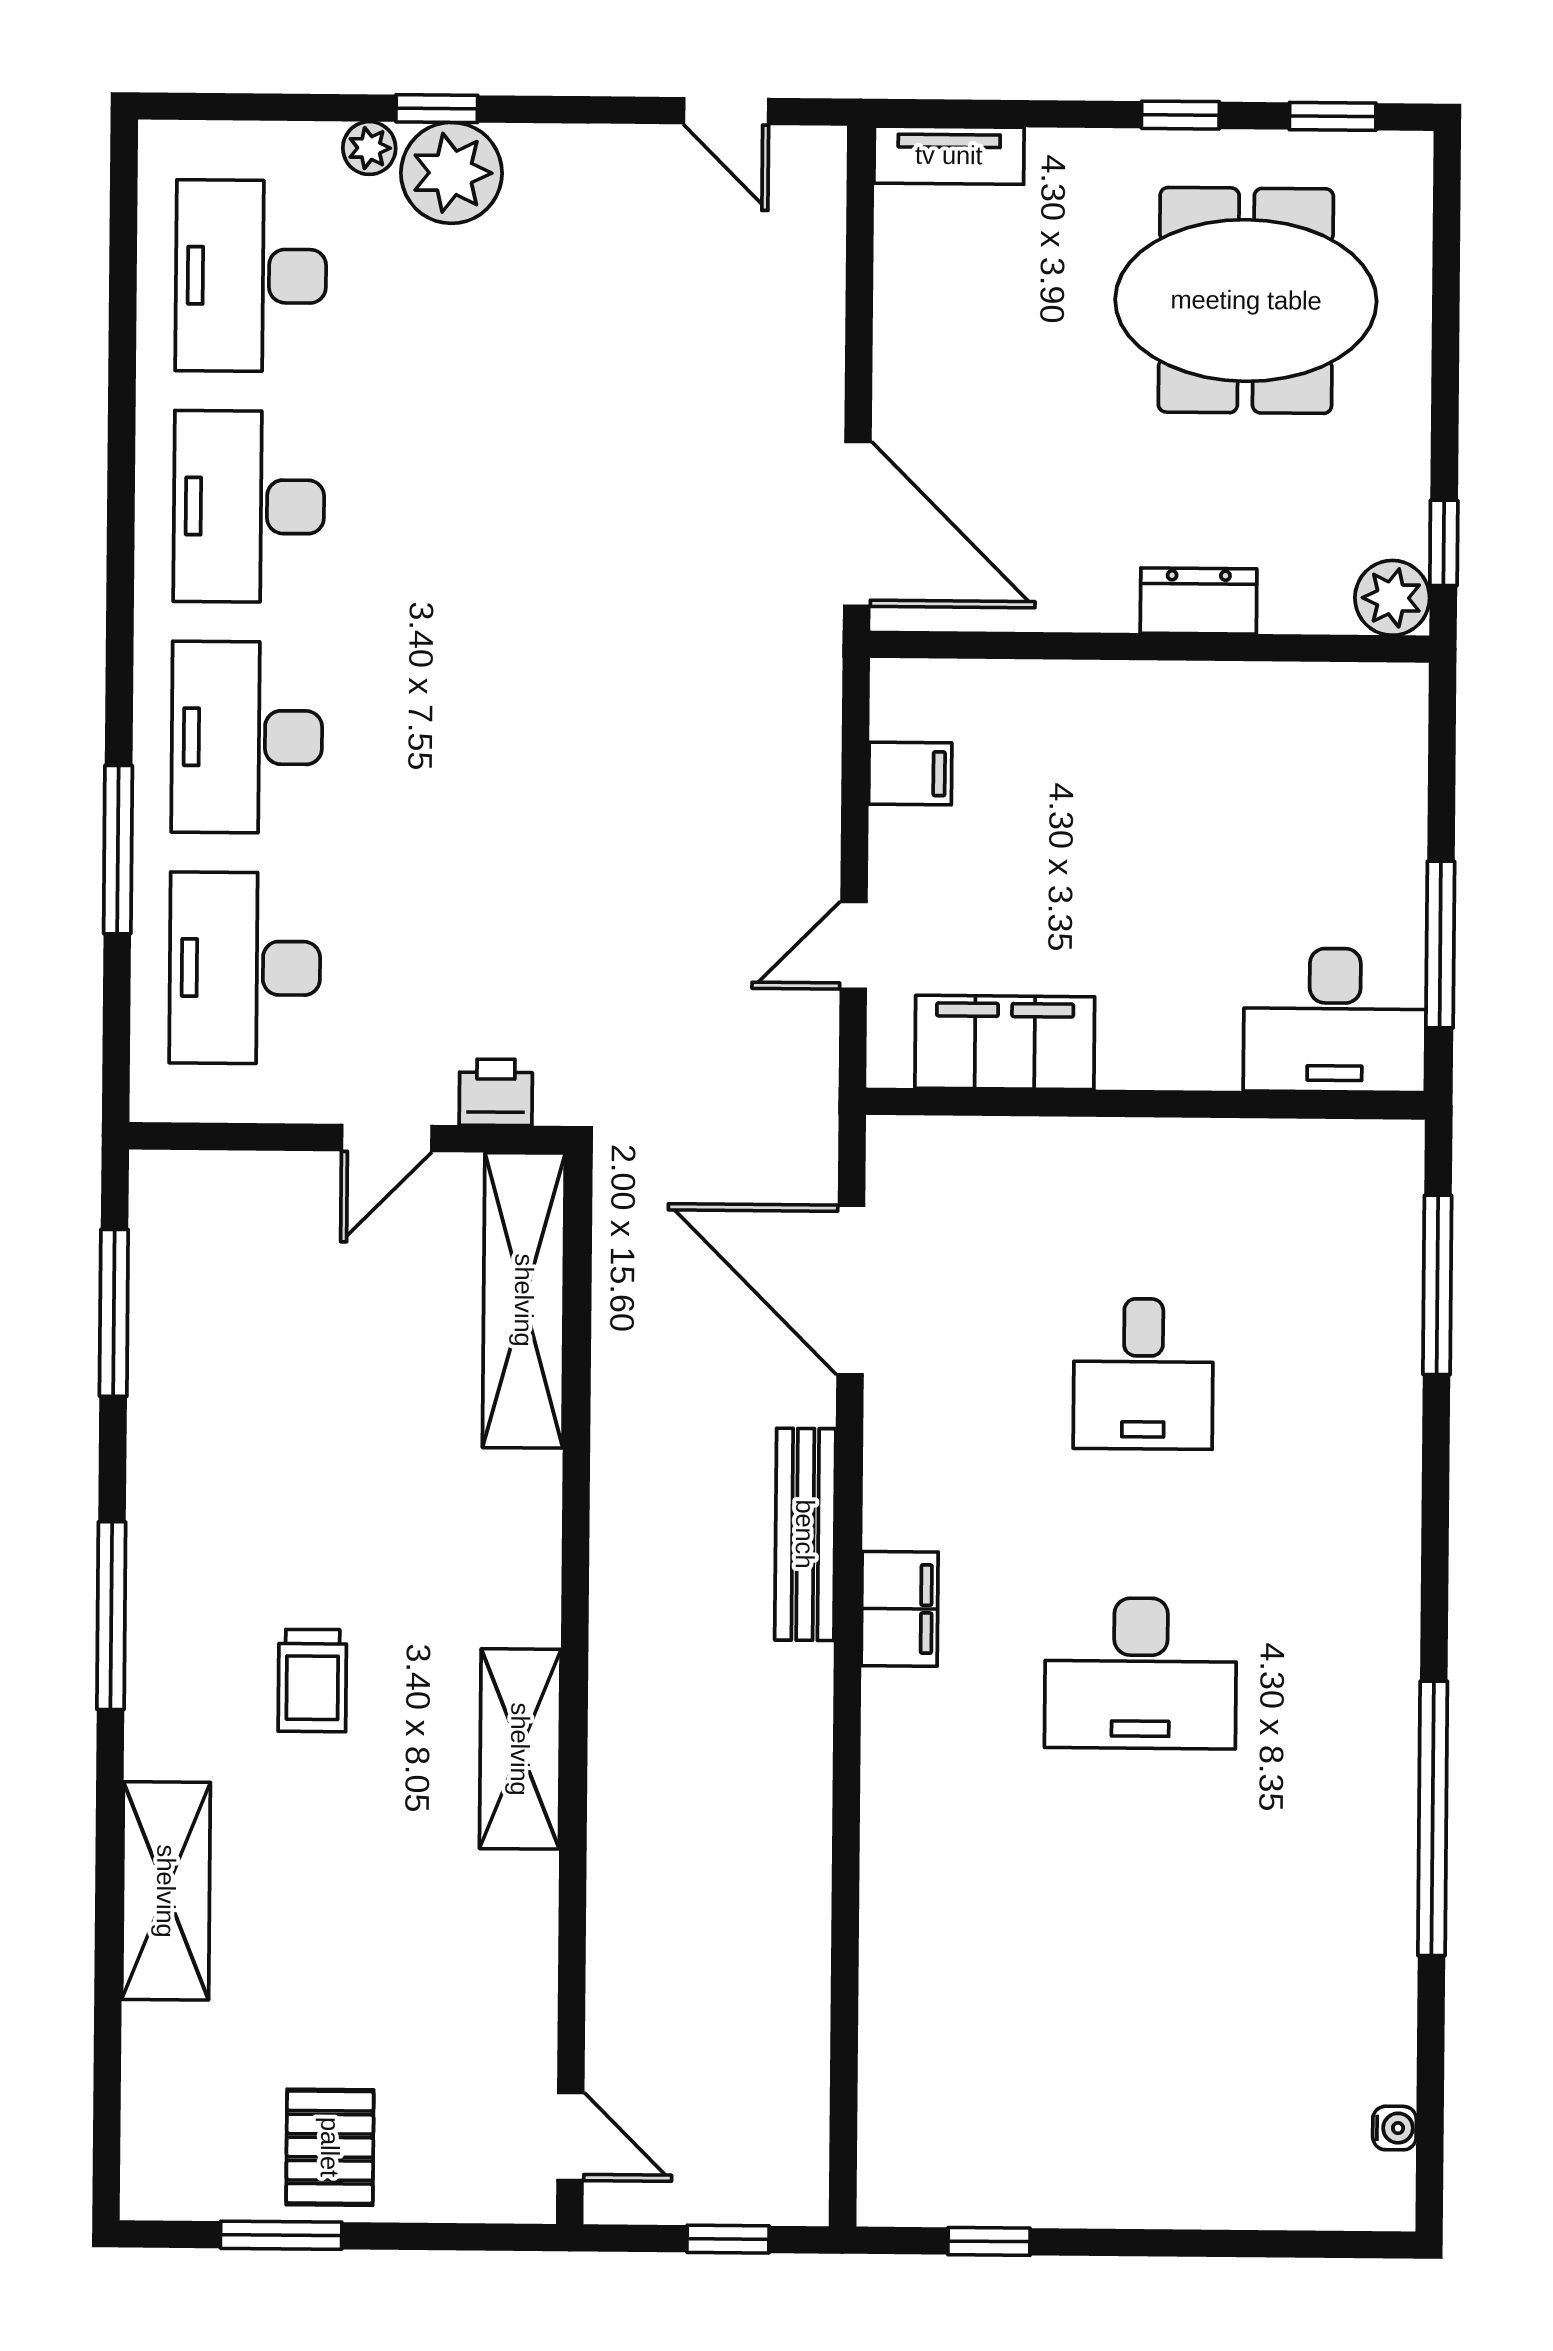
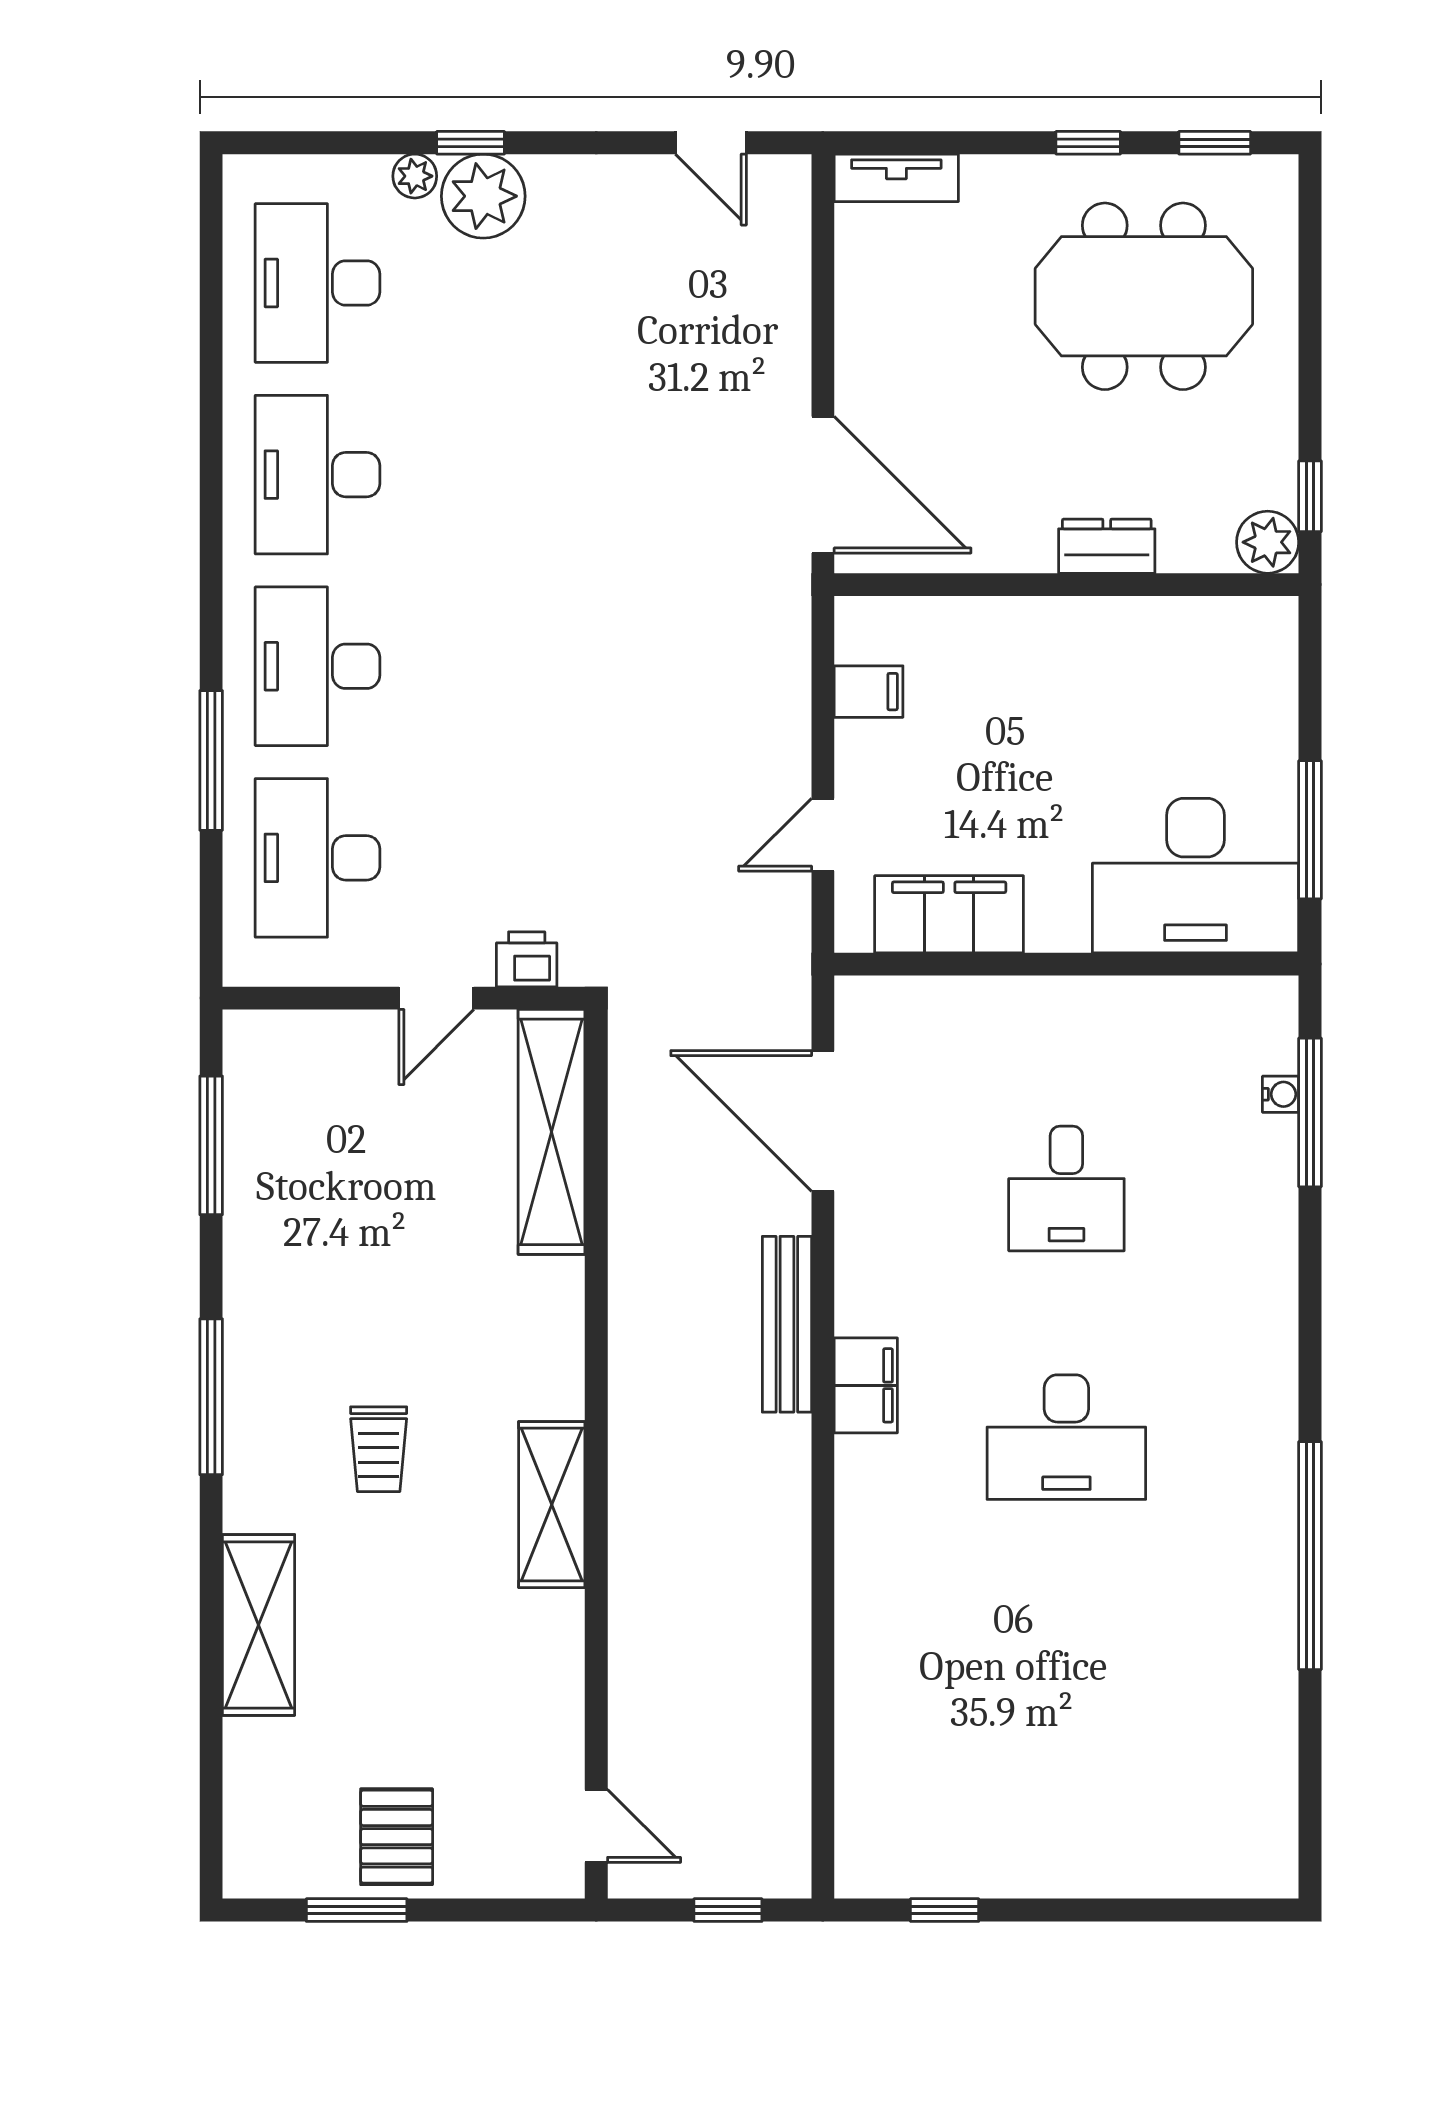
desk: (1335, 1020) -> (1195, 876), width x1.36, depth x1.30
water cooler: (1395, 2128) -> (1281, 1094), moved

